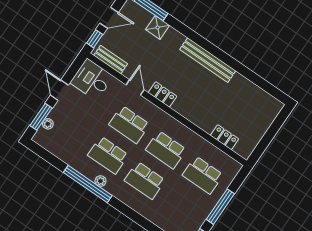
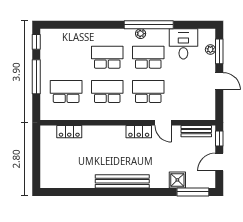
desk: (92, 80) -> (183, 44), moved, turned -90

